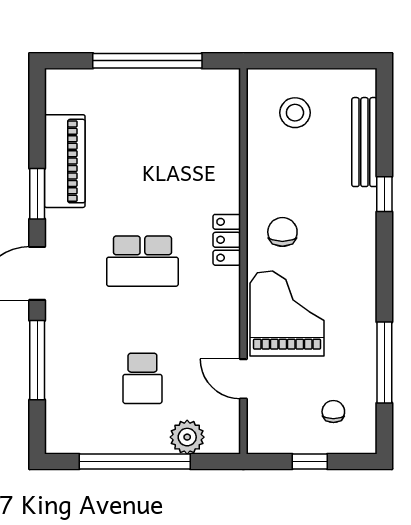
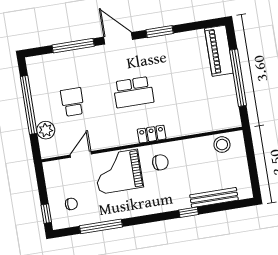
stool: (295, 113) -> (222, 145), moved
piano: (65, 161) -> (219, 51), moved, turned 90
school desk: (142, 261) -> (133, 92), turned -90
grand piano: (287, 313) -> (118, 172), turned 180
school desk: (142, 378) -> (72, 102), turned 90
window: (310, 461) -> (46, 214), moved

